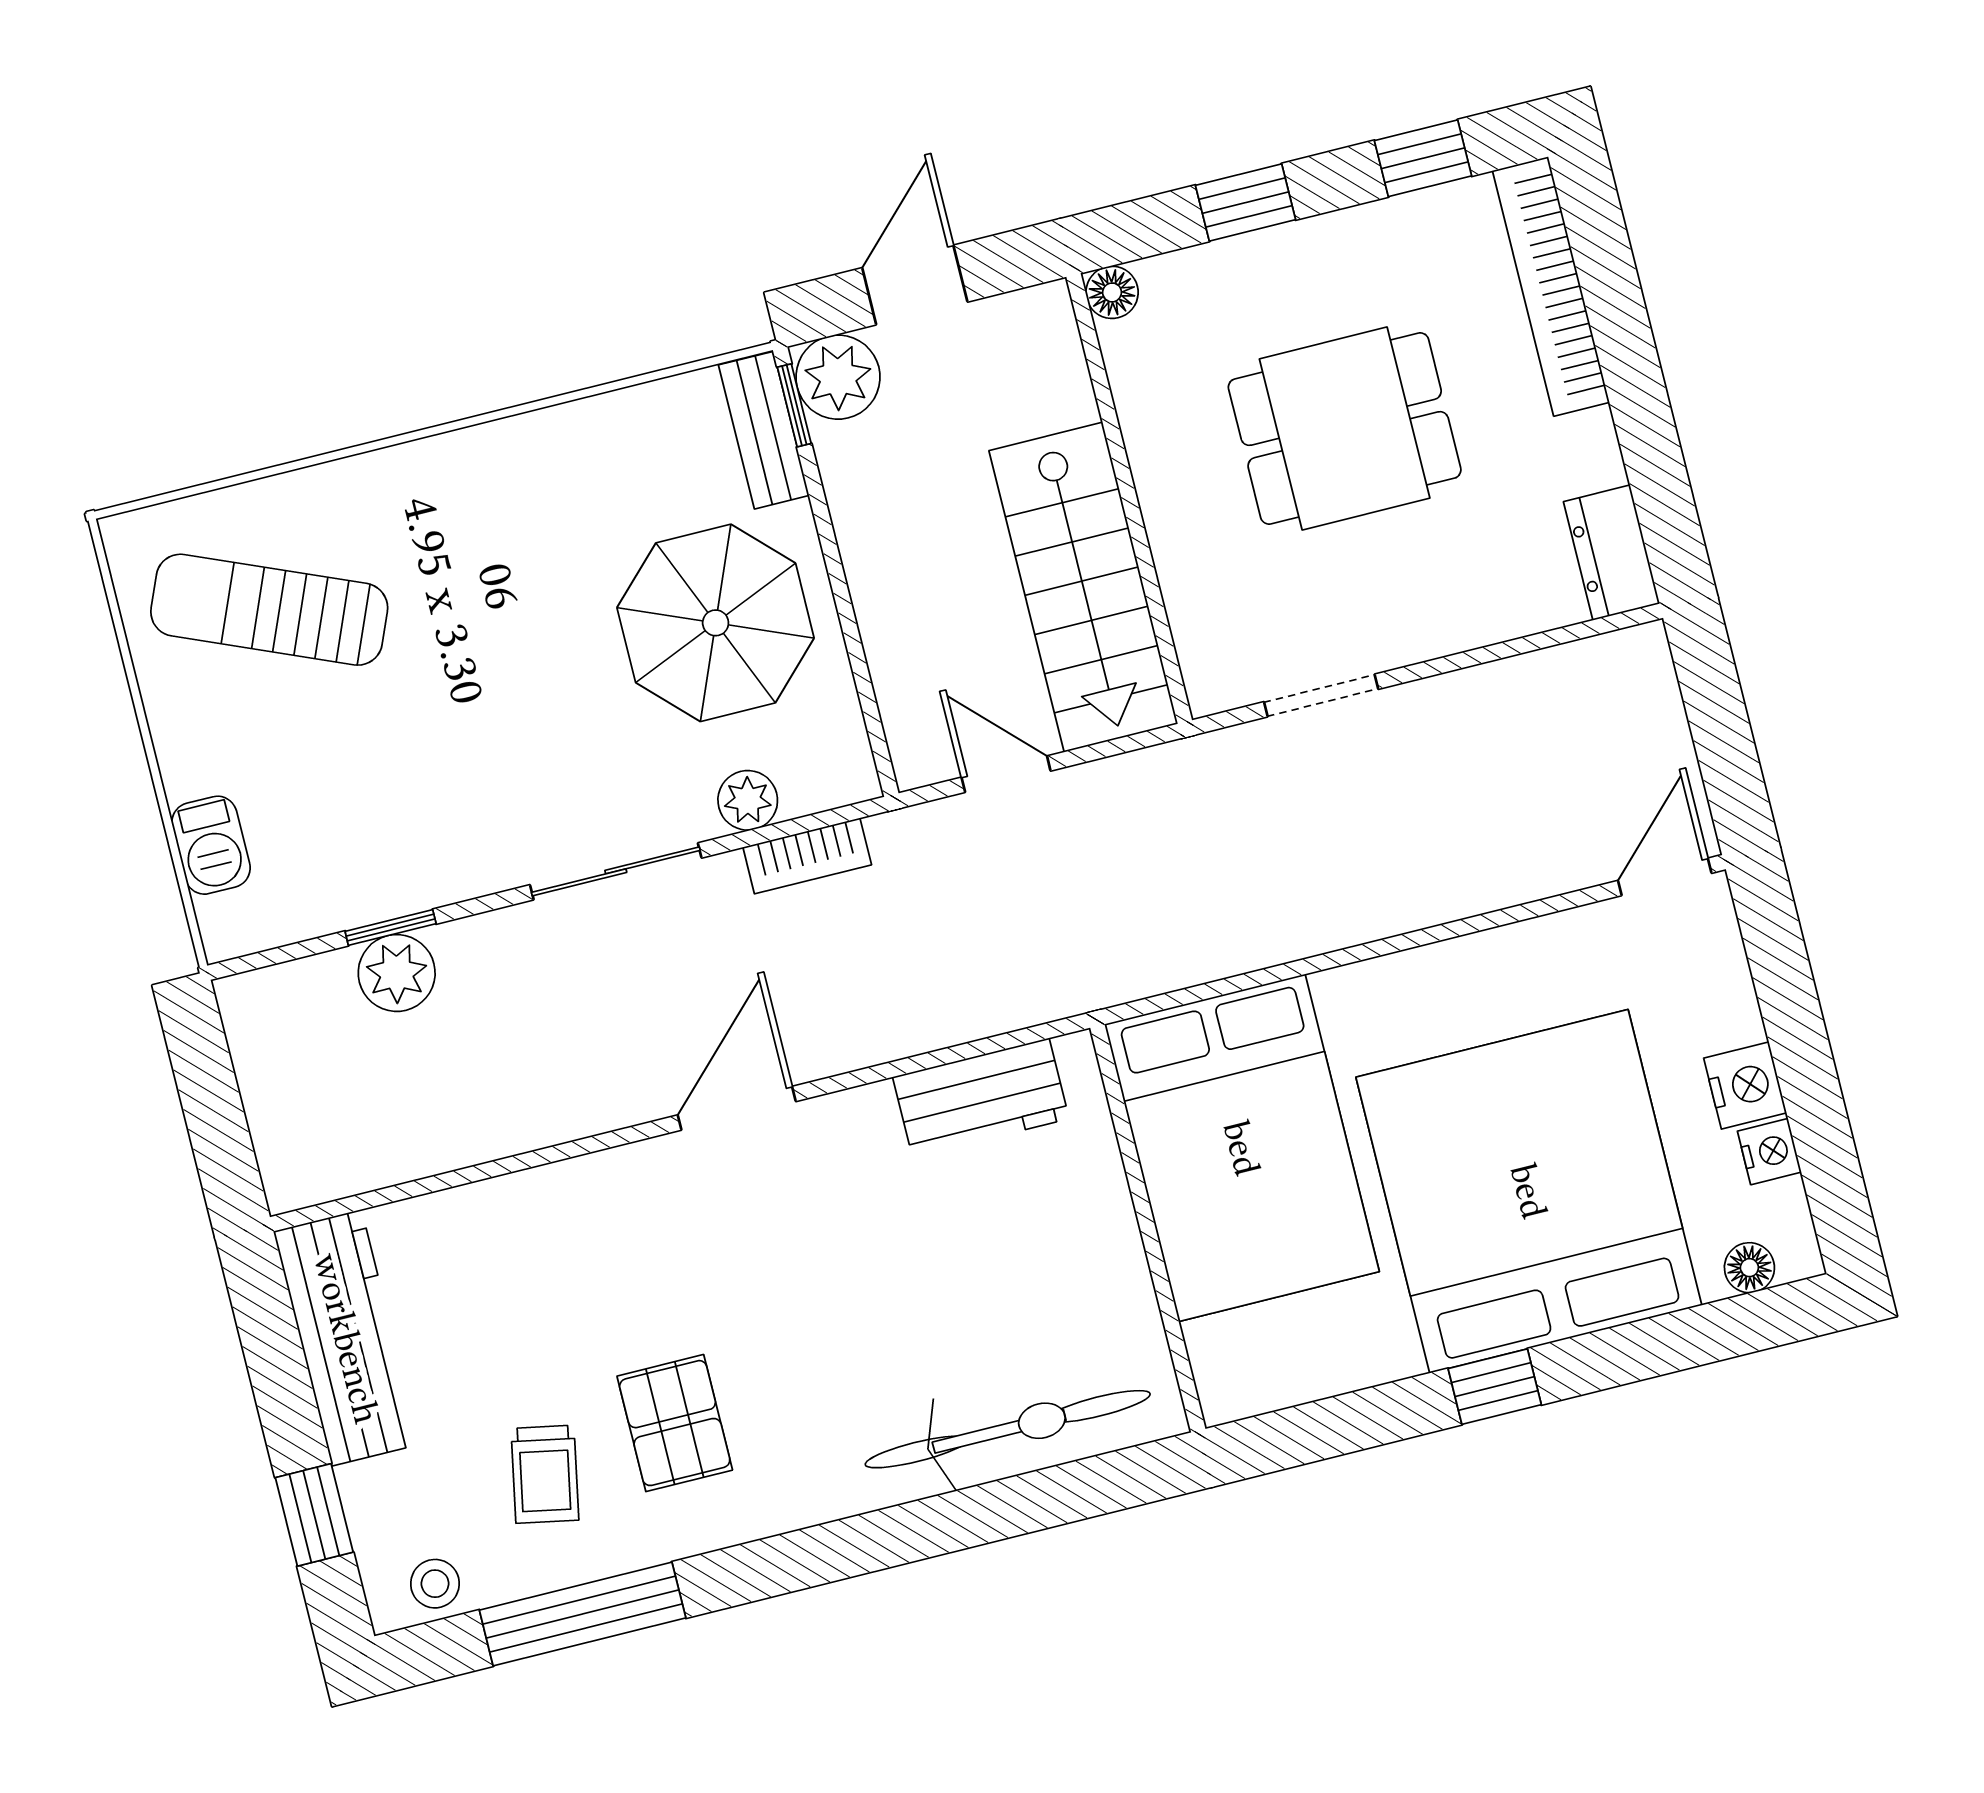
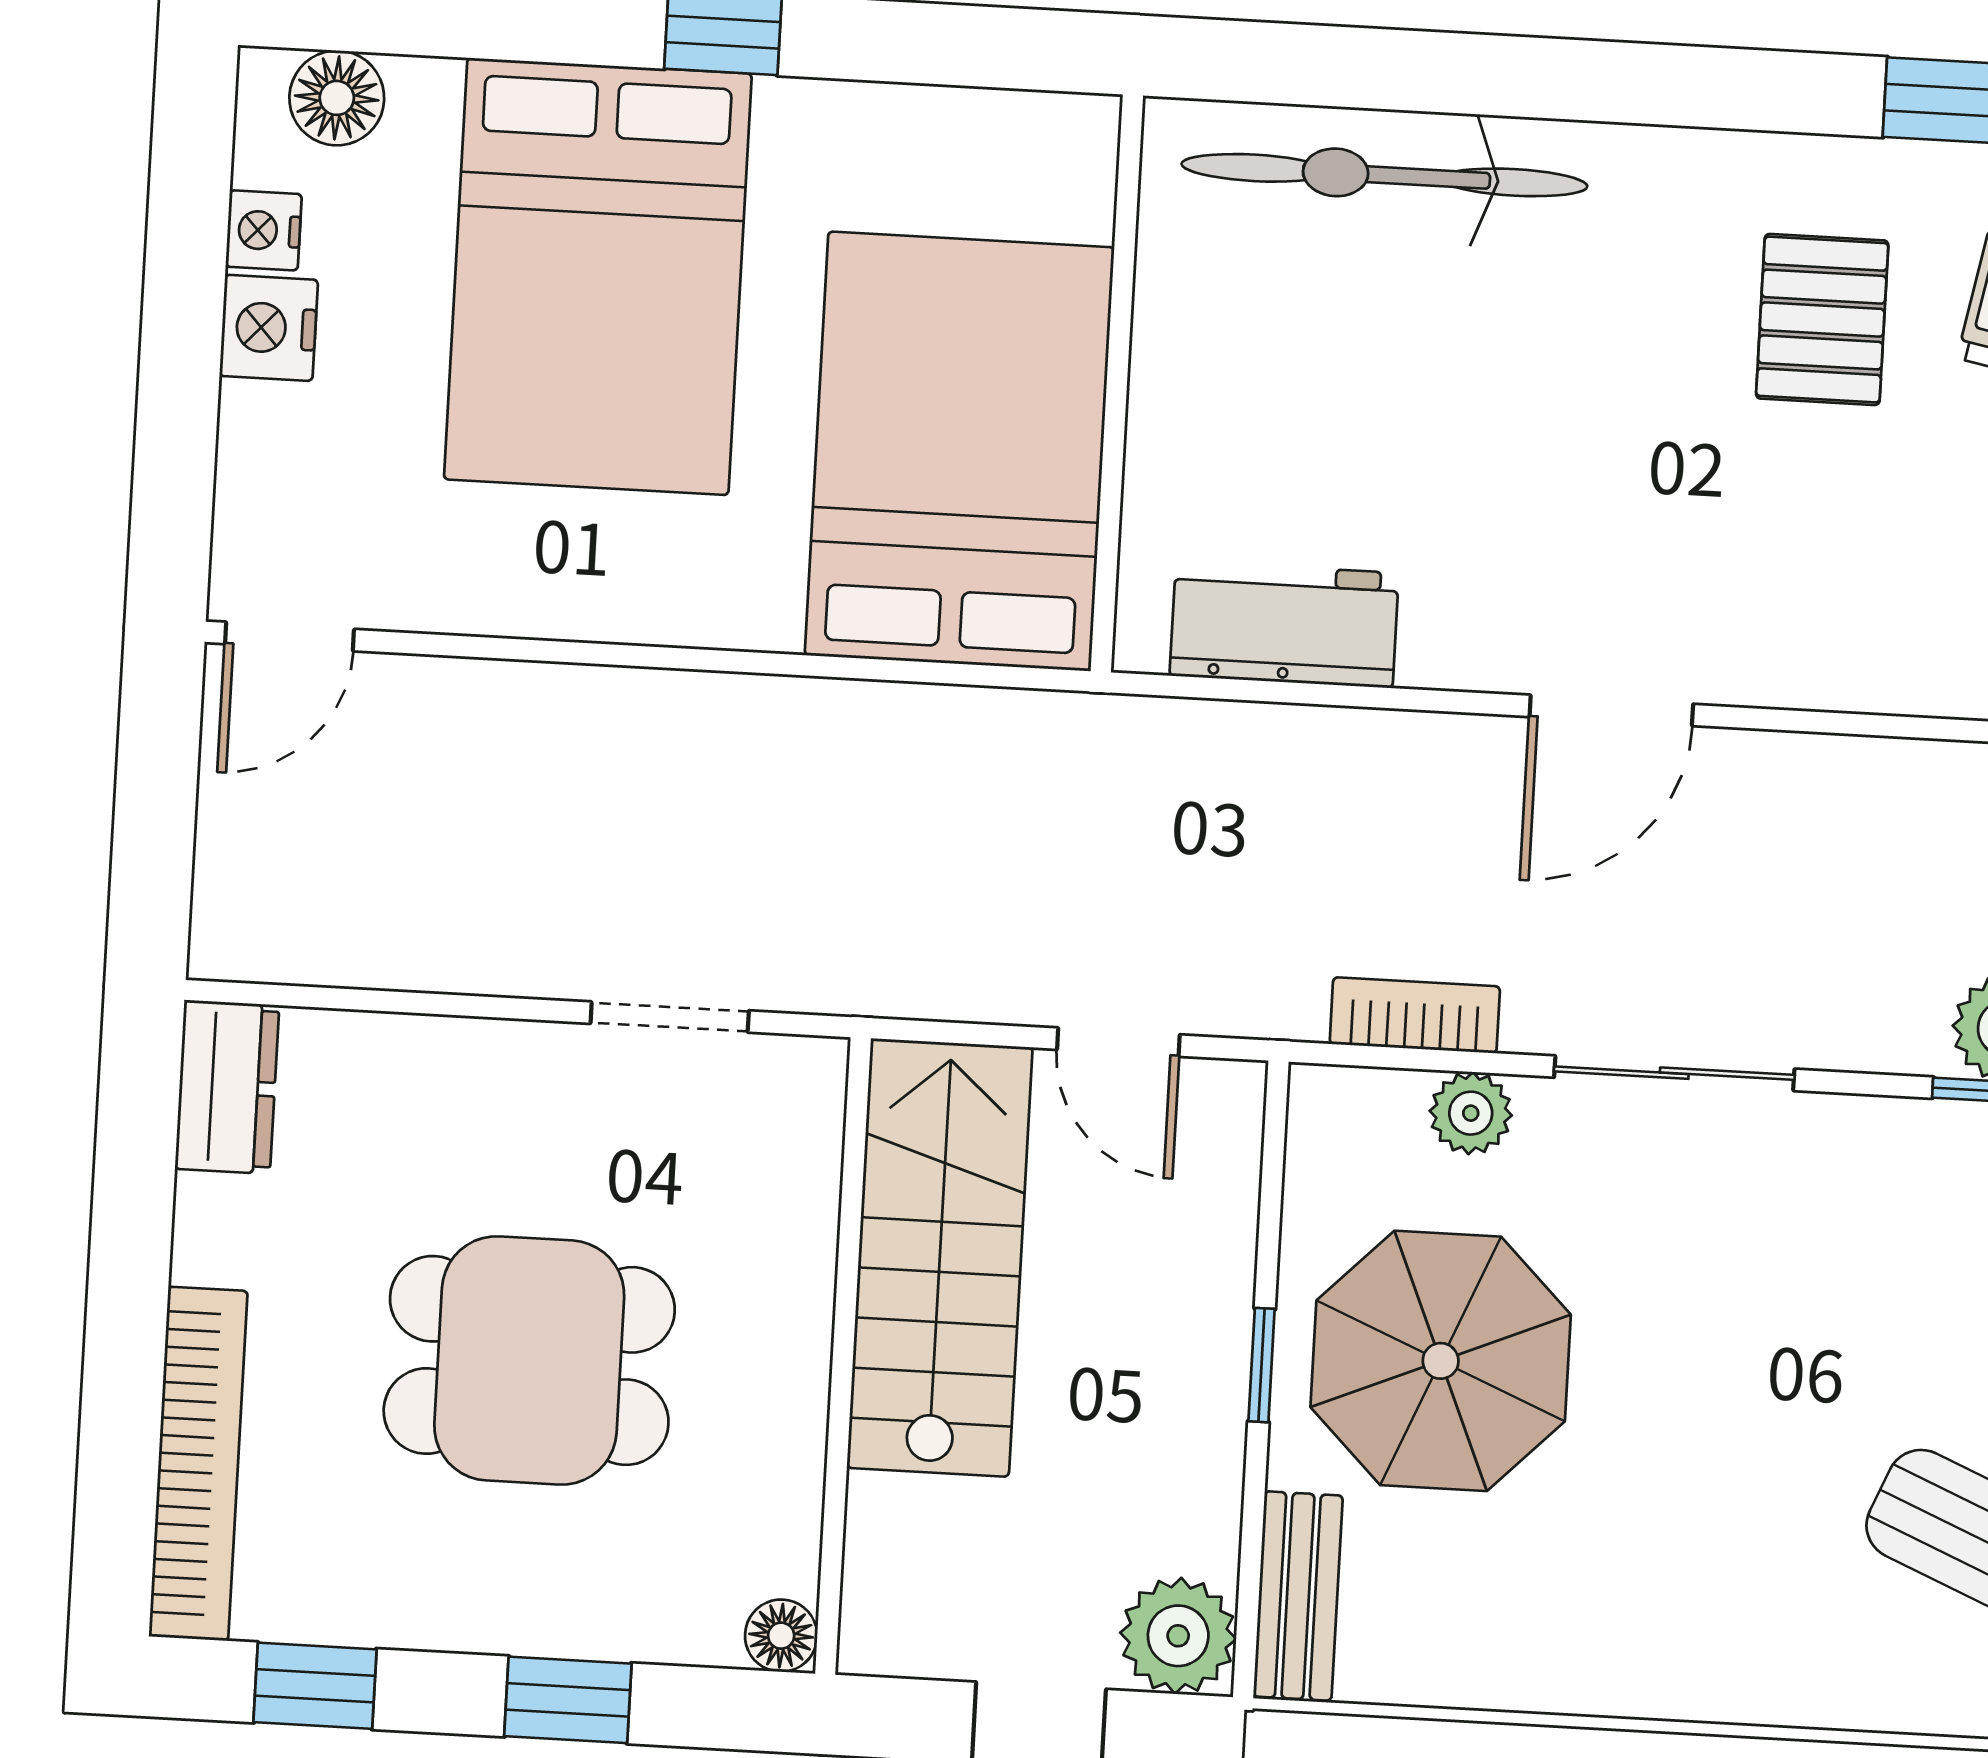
window: (794, 405) -> (1262, 1365), moved
bed: (1529, 1191) -> (598, 276), width x0.73
floor lamp: (1749, 1268) -> (337, 98), width x1.37, depth x1.37

